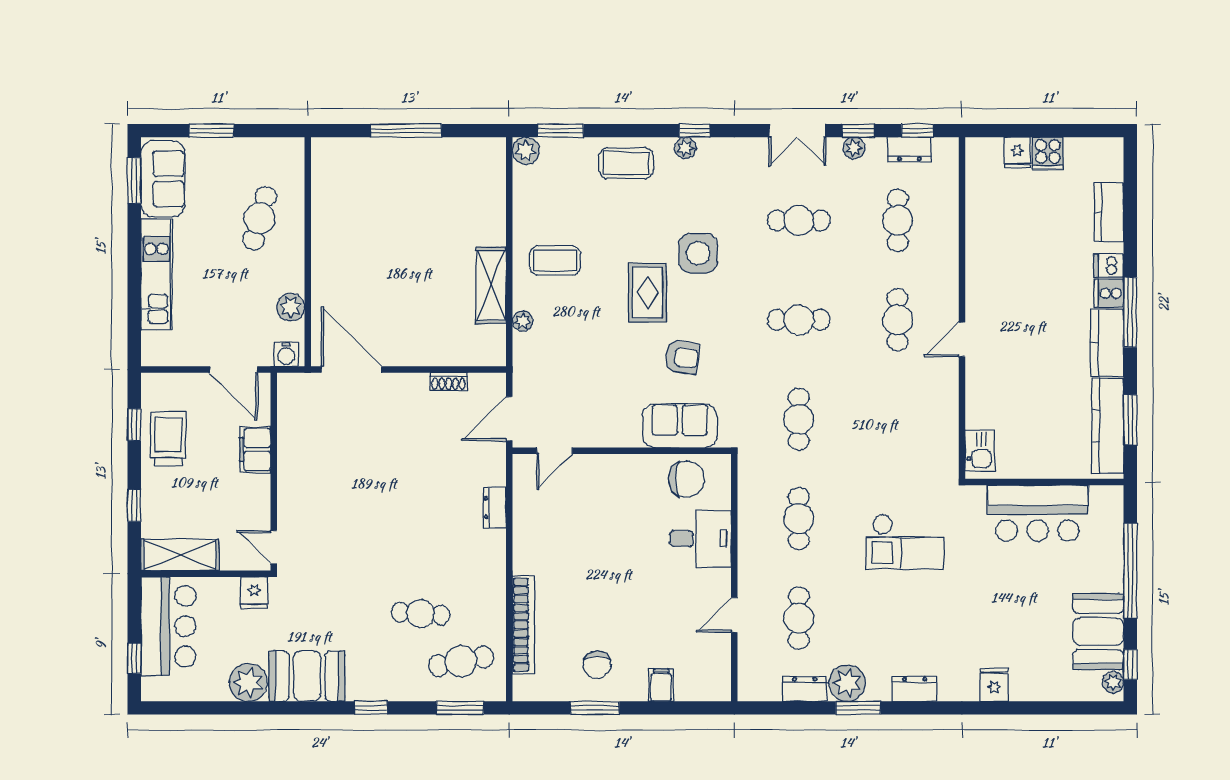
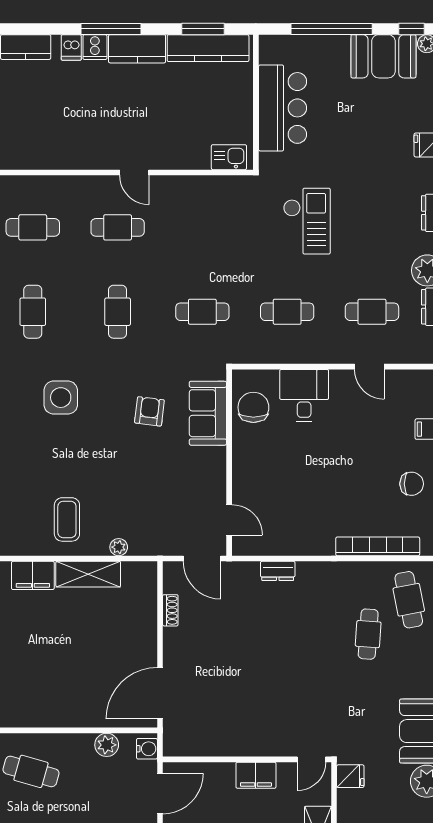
filing cabinet: (489, 220) -> (33, 575), added
rug: (648, 293) -> (94, 441), removed
filing cabinet: (255, 450) -> (256, 775), moved

